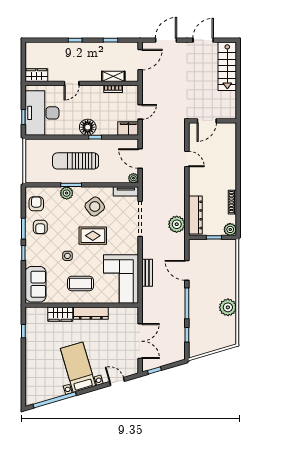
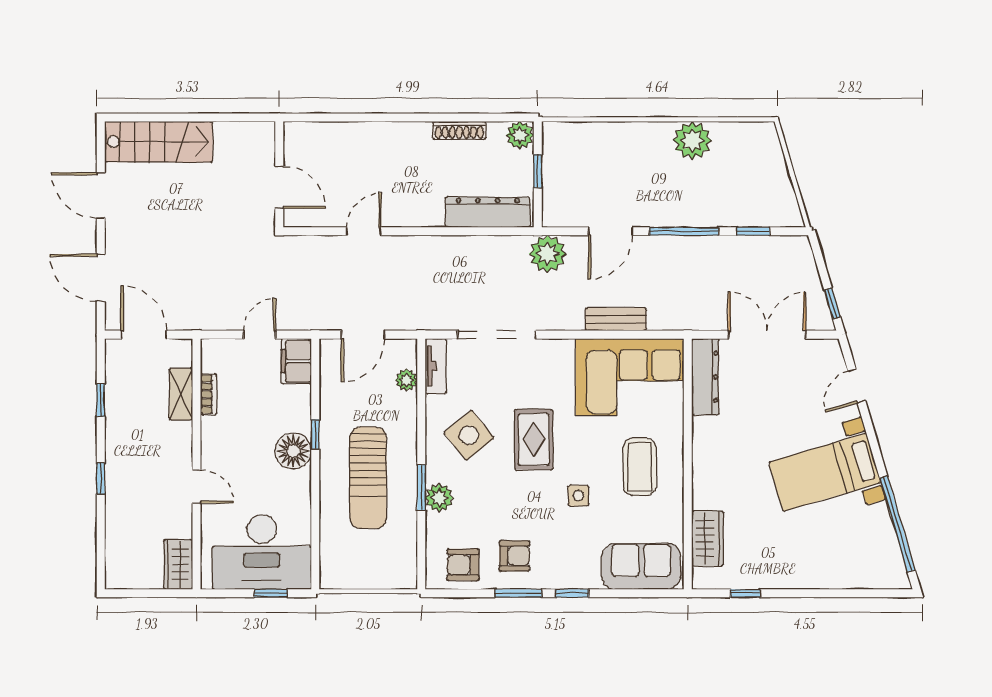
door: (140, 112) -> (260, 335), hinge flipped
plant: (133, 178) -> (406, 380), moved
plant: (177, 224) -> (548, 254), moved
dresser: (91, 313) -> (705, 377), moved
wardrobe: (60, 314) -> (707, 538), moved

